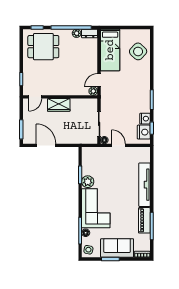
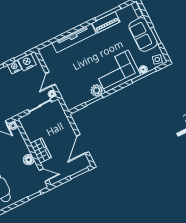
floor lamp: (56, 90) -> (29, 160), added

